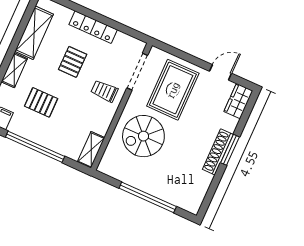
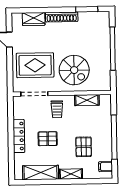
wardrobe: (238, 101) -> (34, 19), moved
shelving: (91, 150) -> (87, 100), moved
window: (230, 150) -> (87, 9), moved

